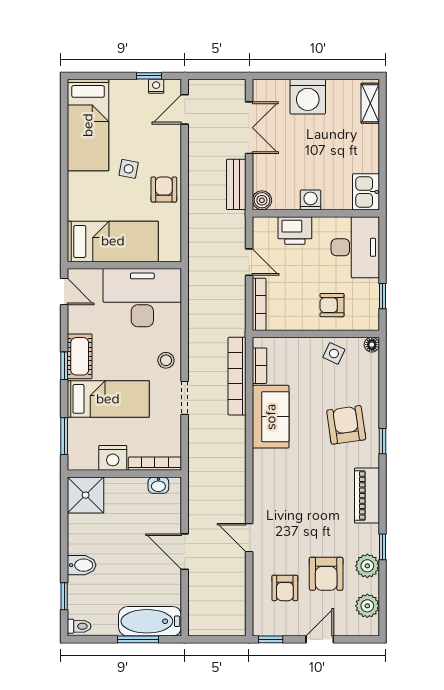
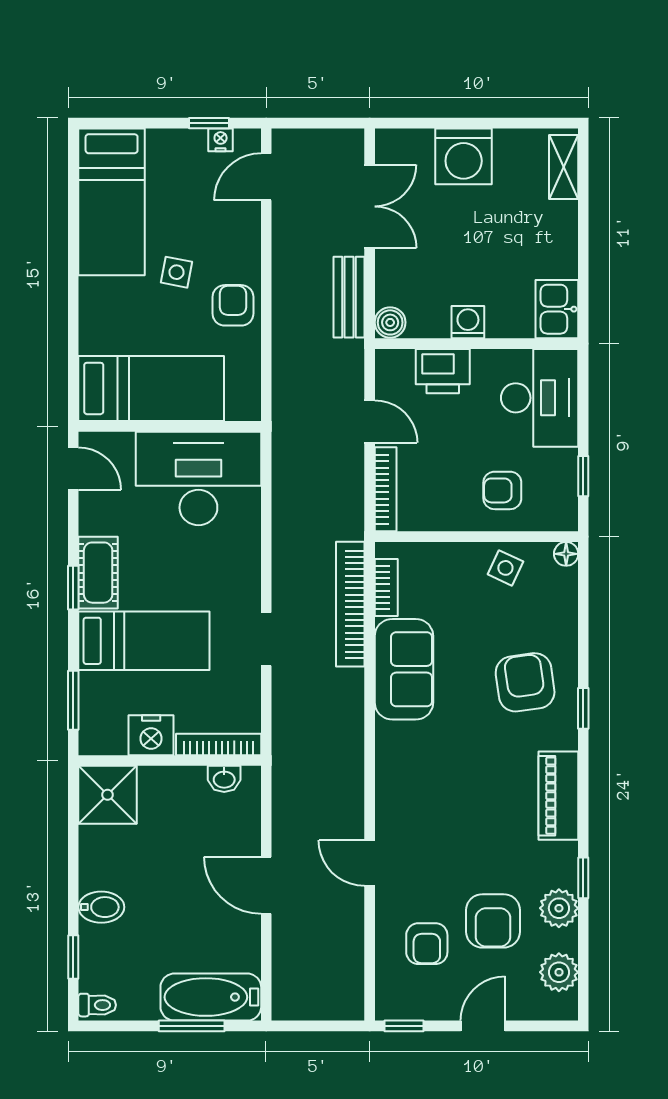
stool: (166, 360) -> (236, 579), removed

